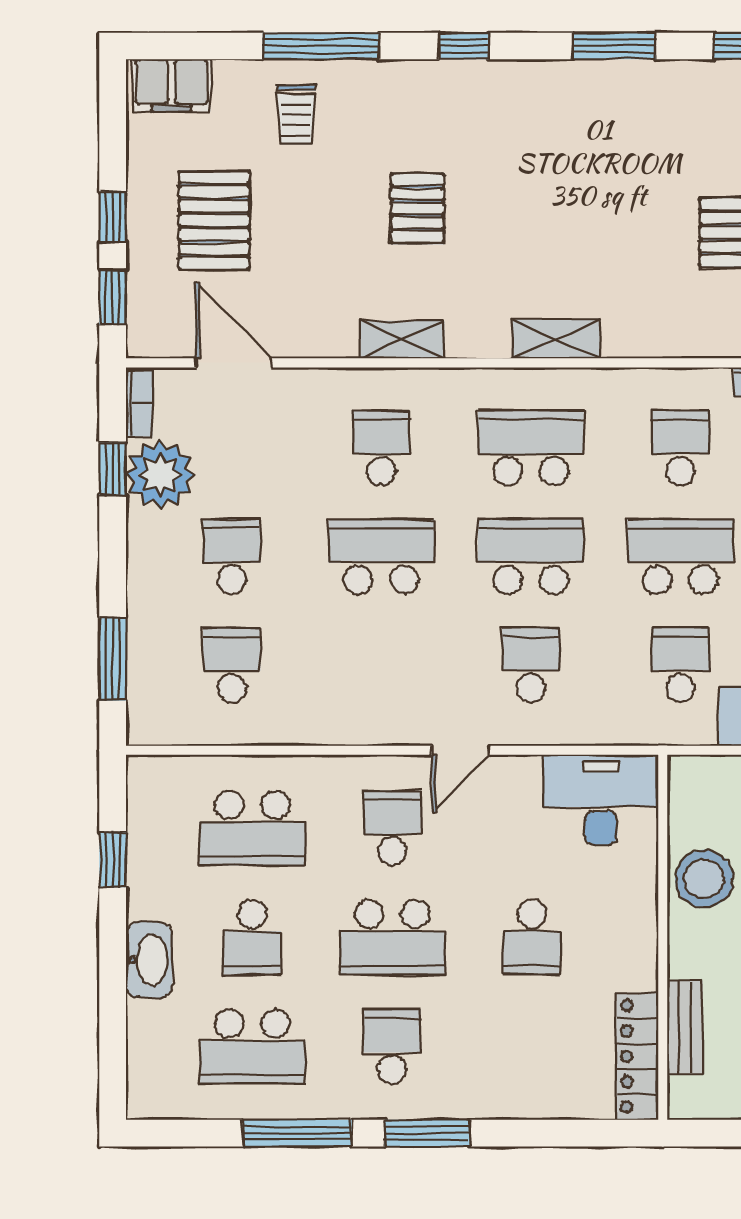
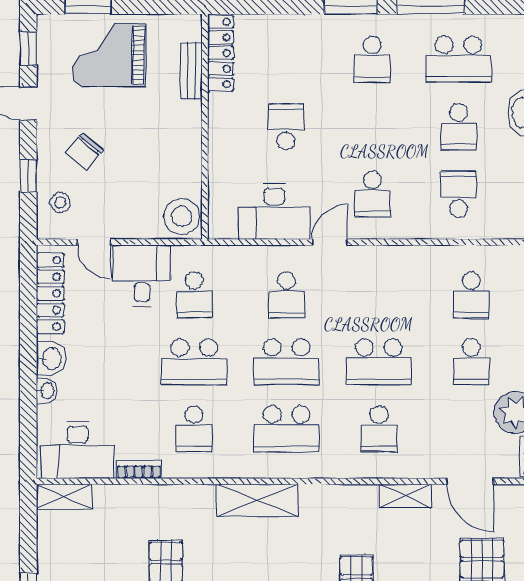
shelving: (556, 339) -> (257, 500), width x1.50, depth x1.33
shelving: (403, 340) -> (405, 496), moved
desk: (601, 800) -> (274, 212), moved
school desk: (252, 828) -> (459, 194), width x0.54
stool: (704, 879) -> (182, 216), moved
school desk: (252, 937) -> (459, 127), turned 180
school desk: (392, 937) -> (372, 127), removed
school desk: (252, 1047) -> (459, 59), turned 180

